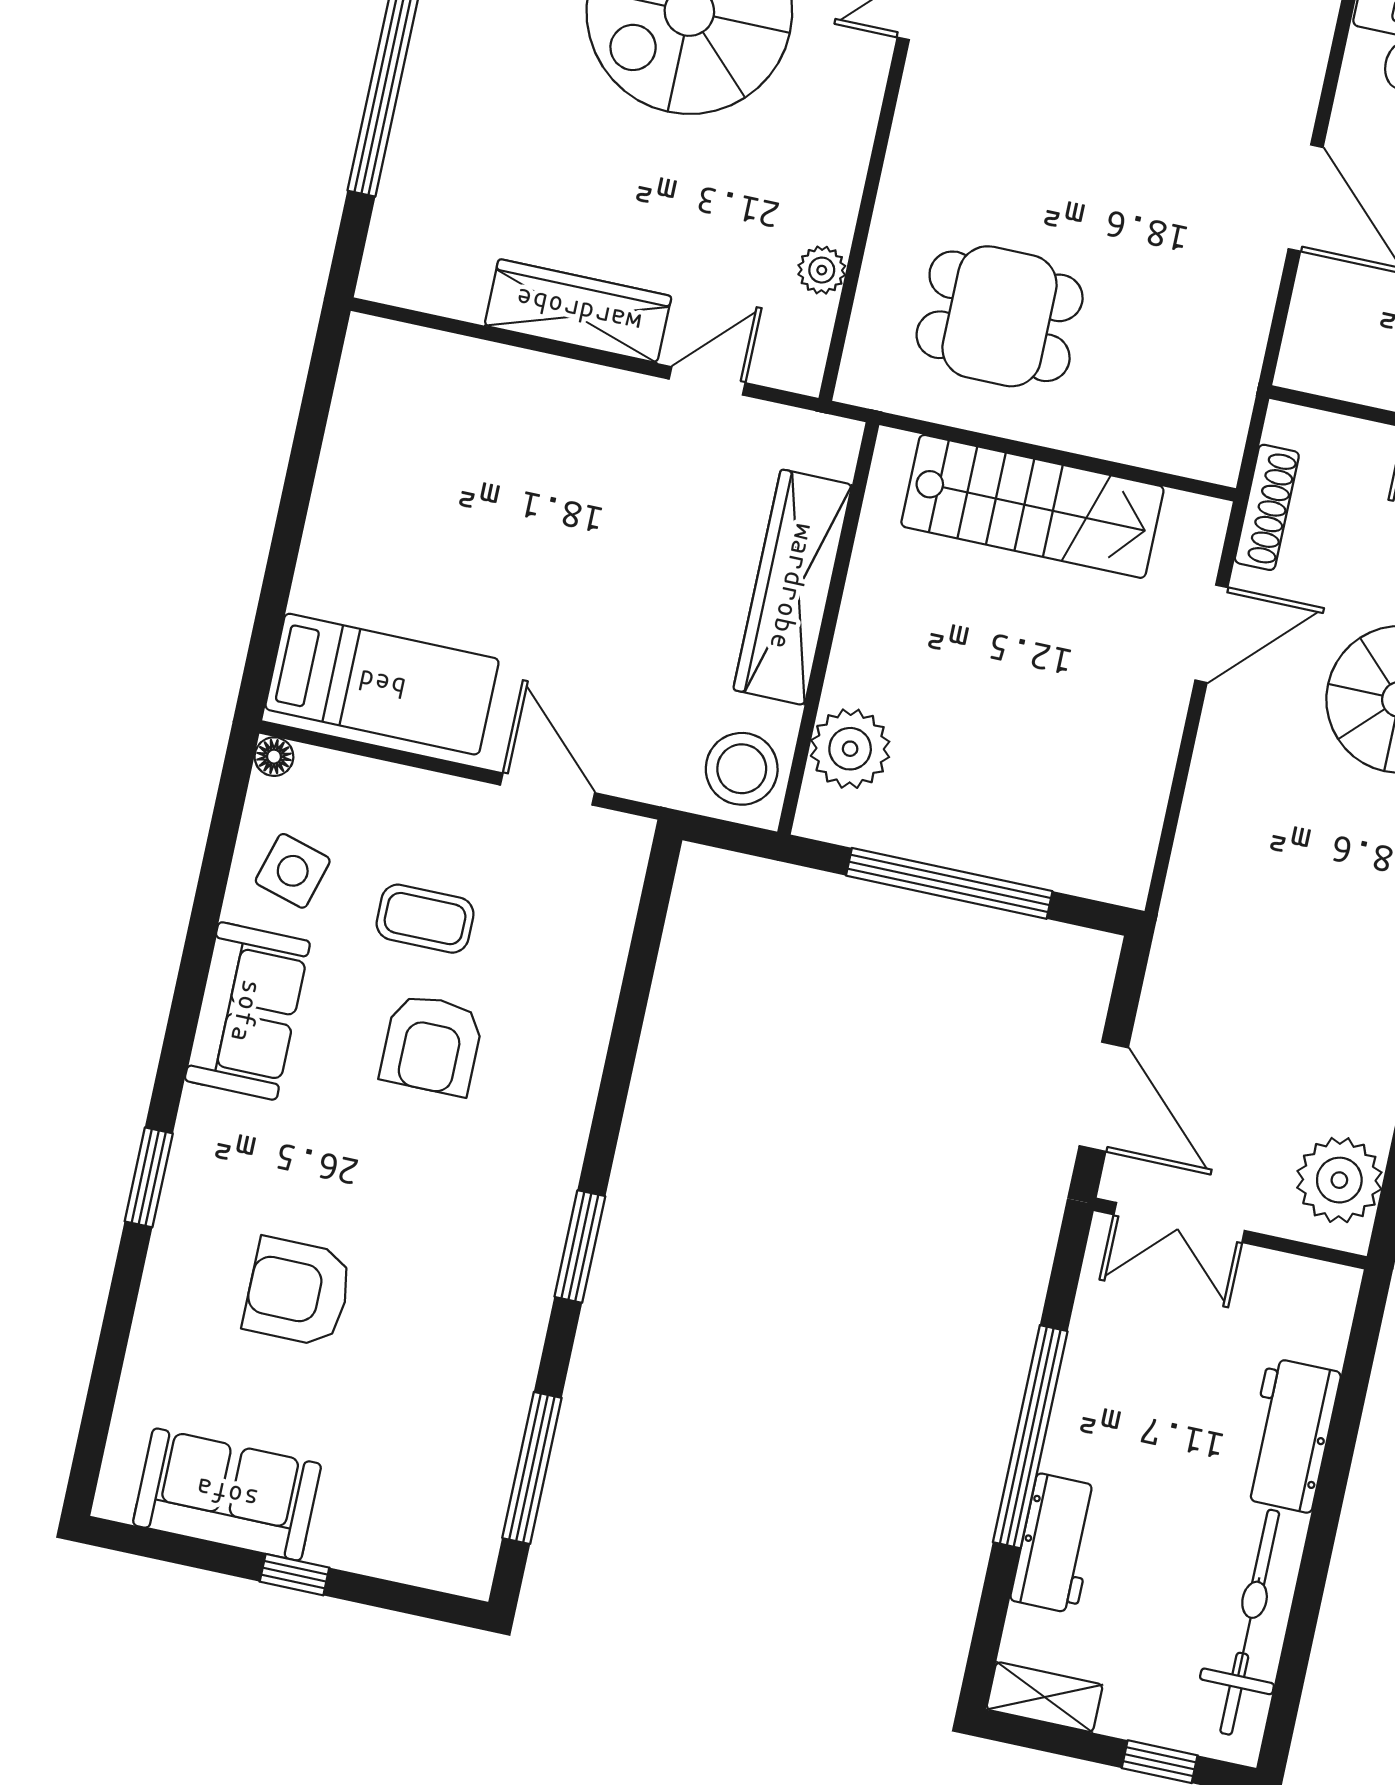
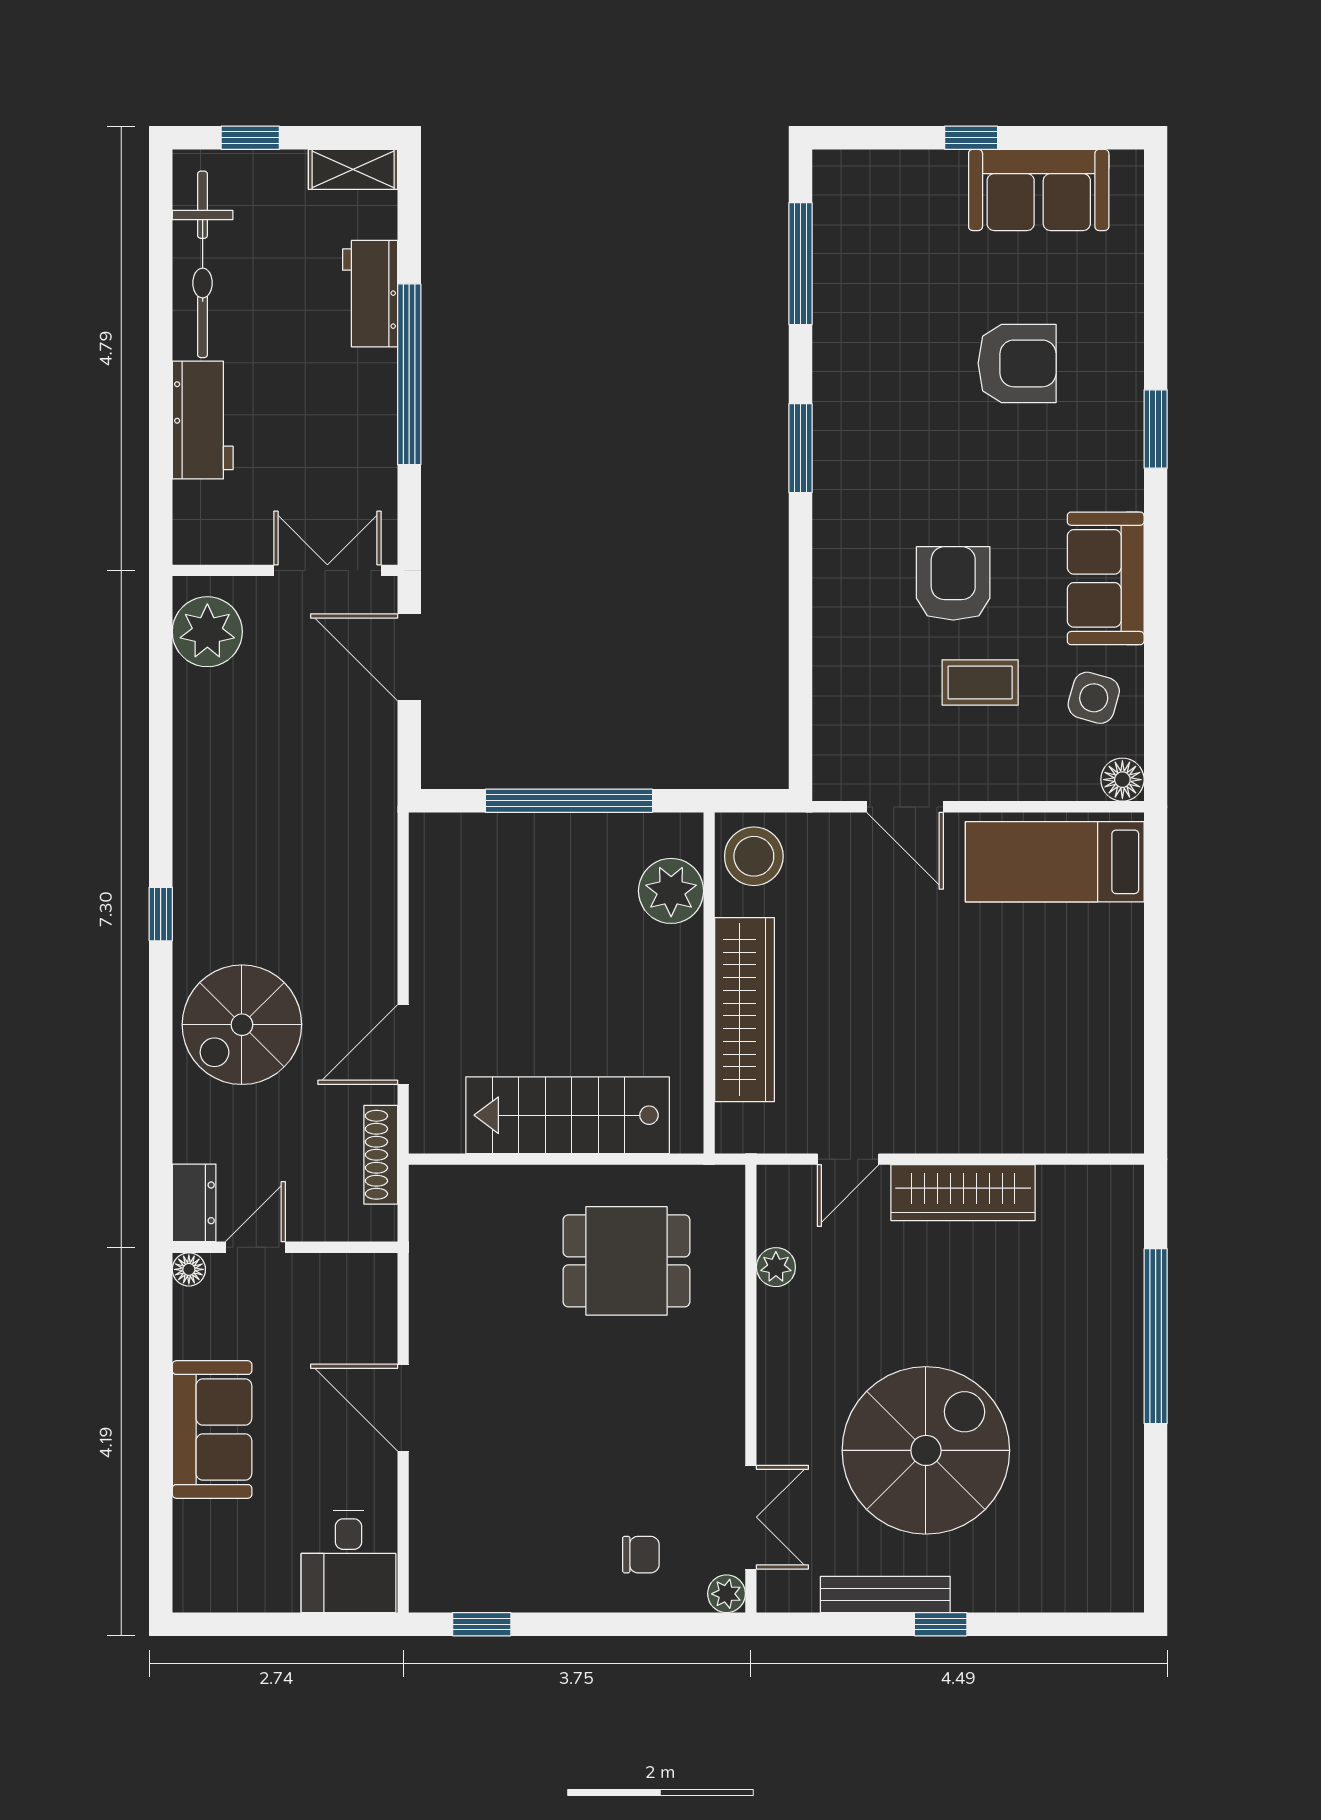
floor lamp: (274, 757) -> (1122, 780), width x1.37, depth x1.37

